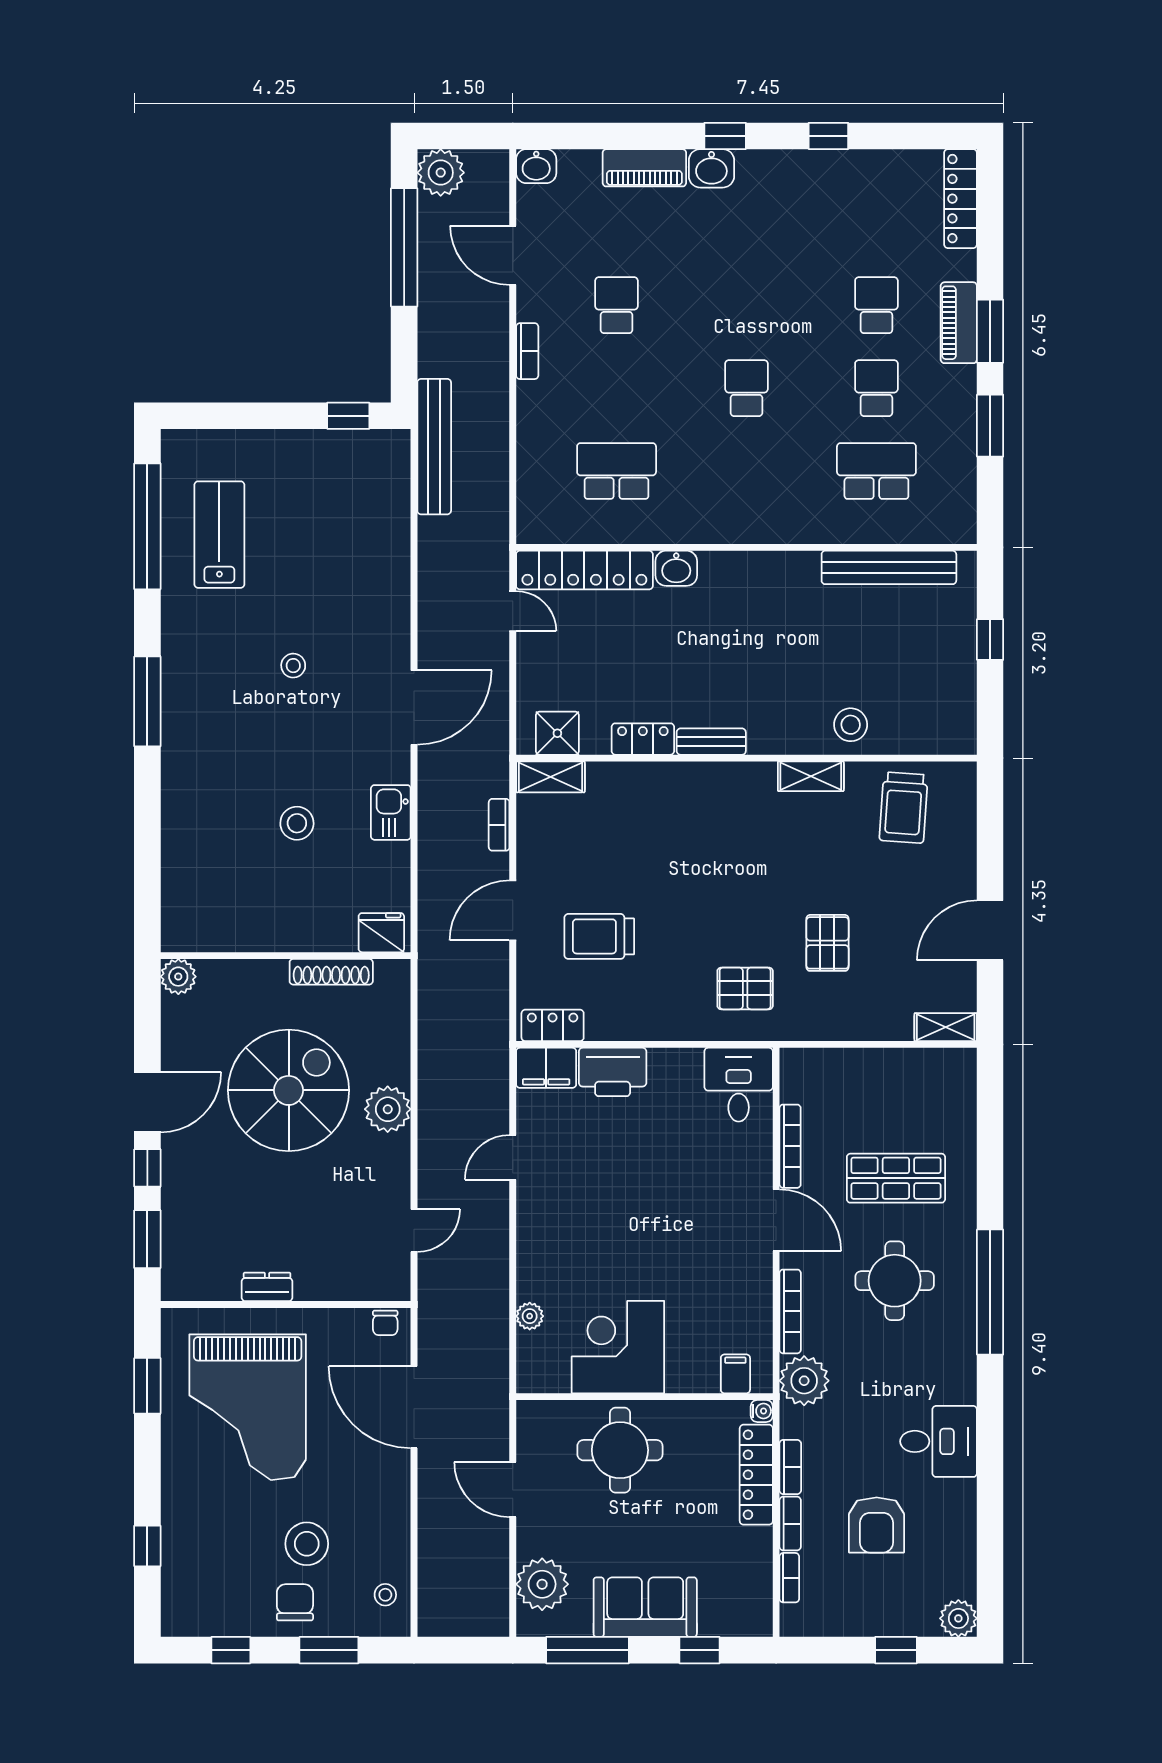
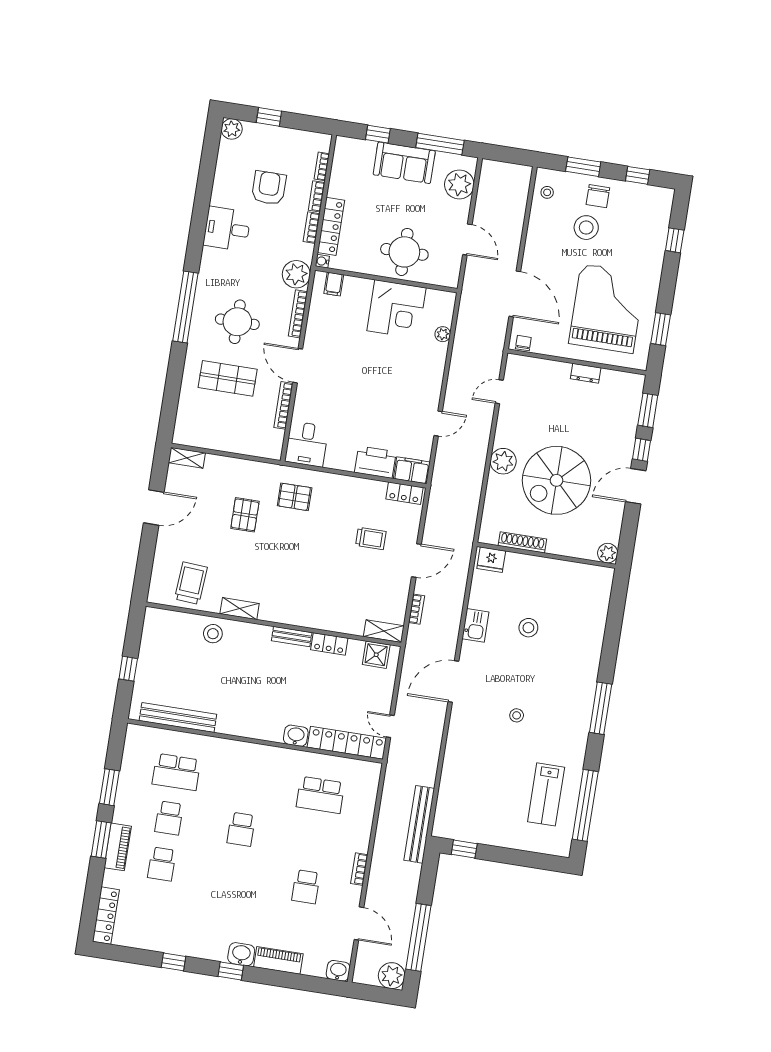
trolley: (599, 936) -> (371, 538), width x0.73, depth x0.72

